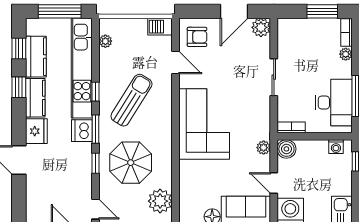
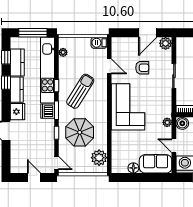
armchair: (197, 37) -> (142, 68), moved

